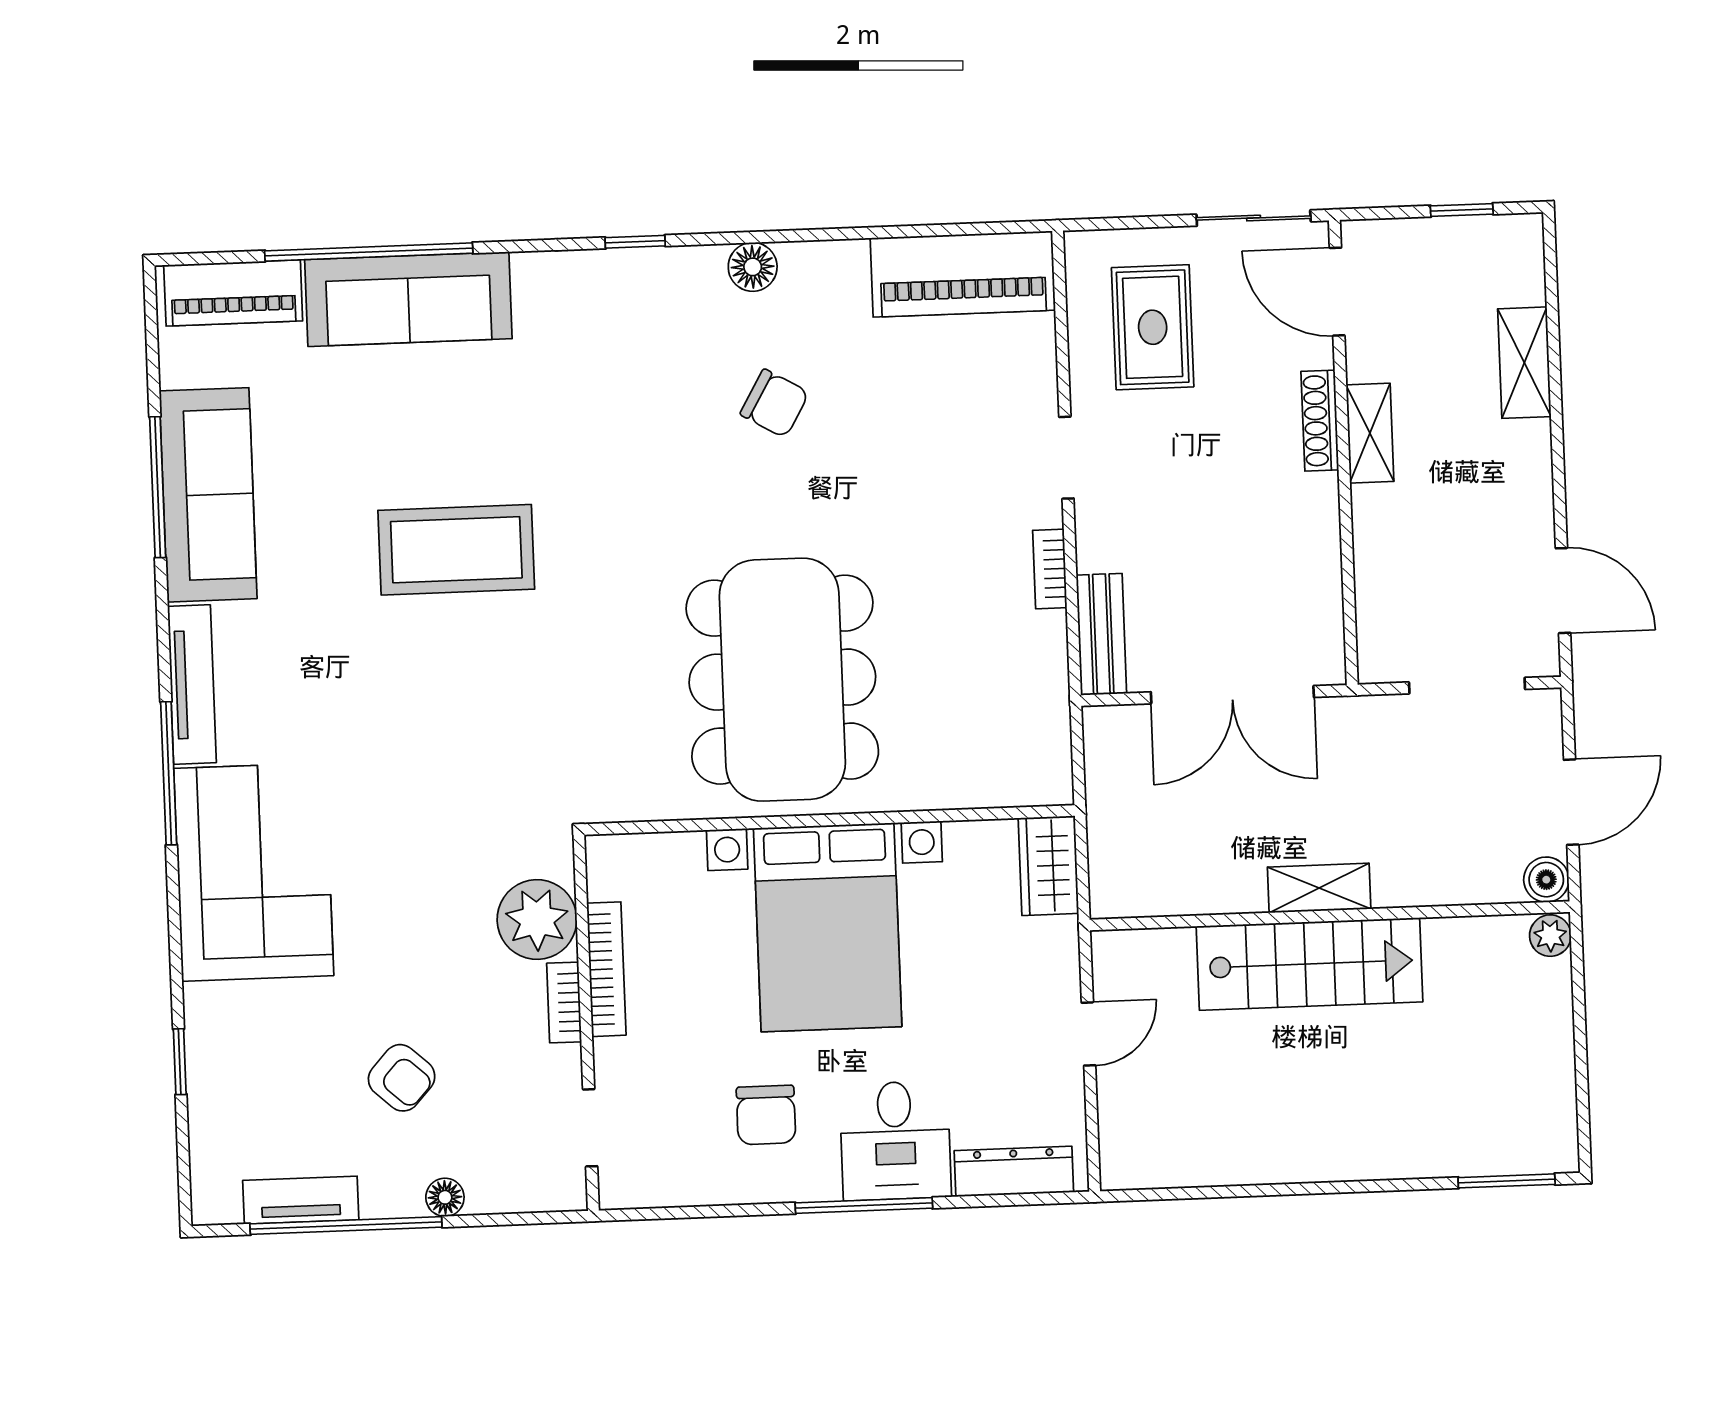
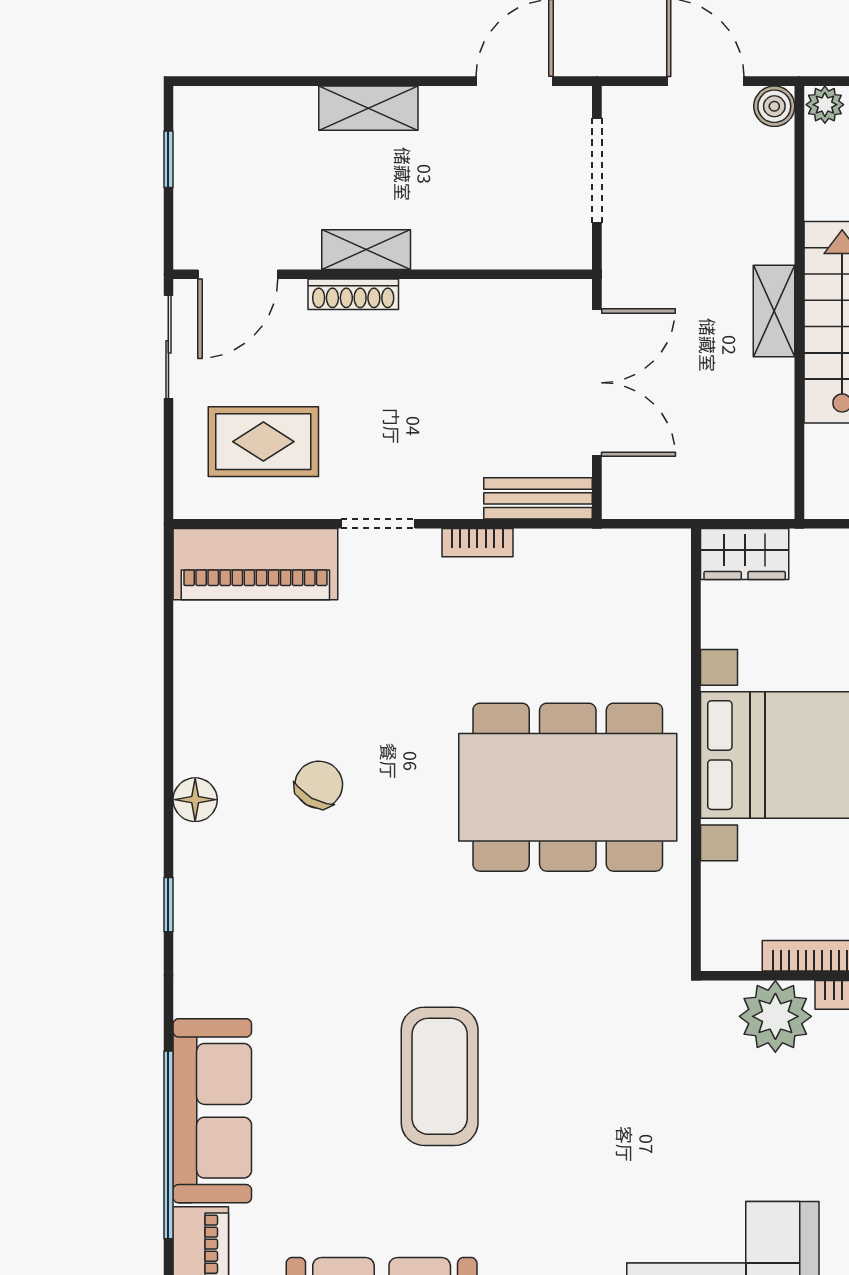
piano: (963, 274) -> (255, 564), moved, turned 90
shelving: (1524, 363) -> (368, 108), moved

